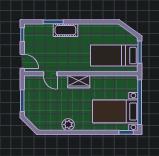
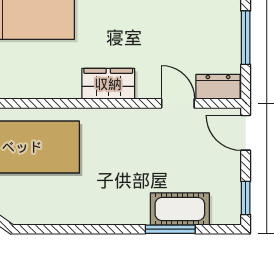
cot: (65, 30) -> (180, 209), moved
dresser: (34, 80) -> (218, 87), added

